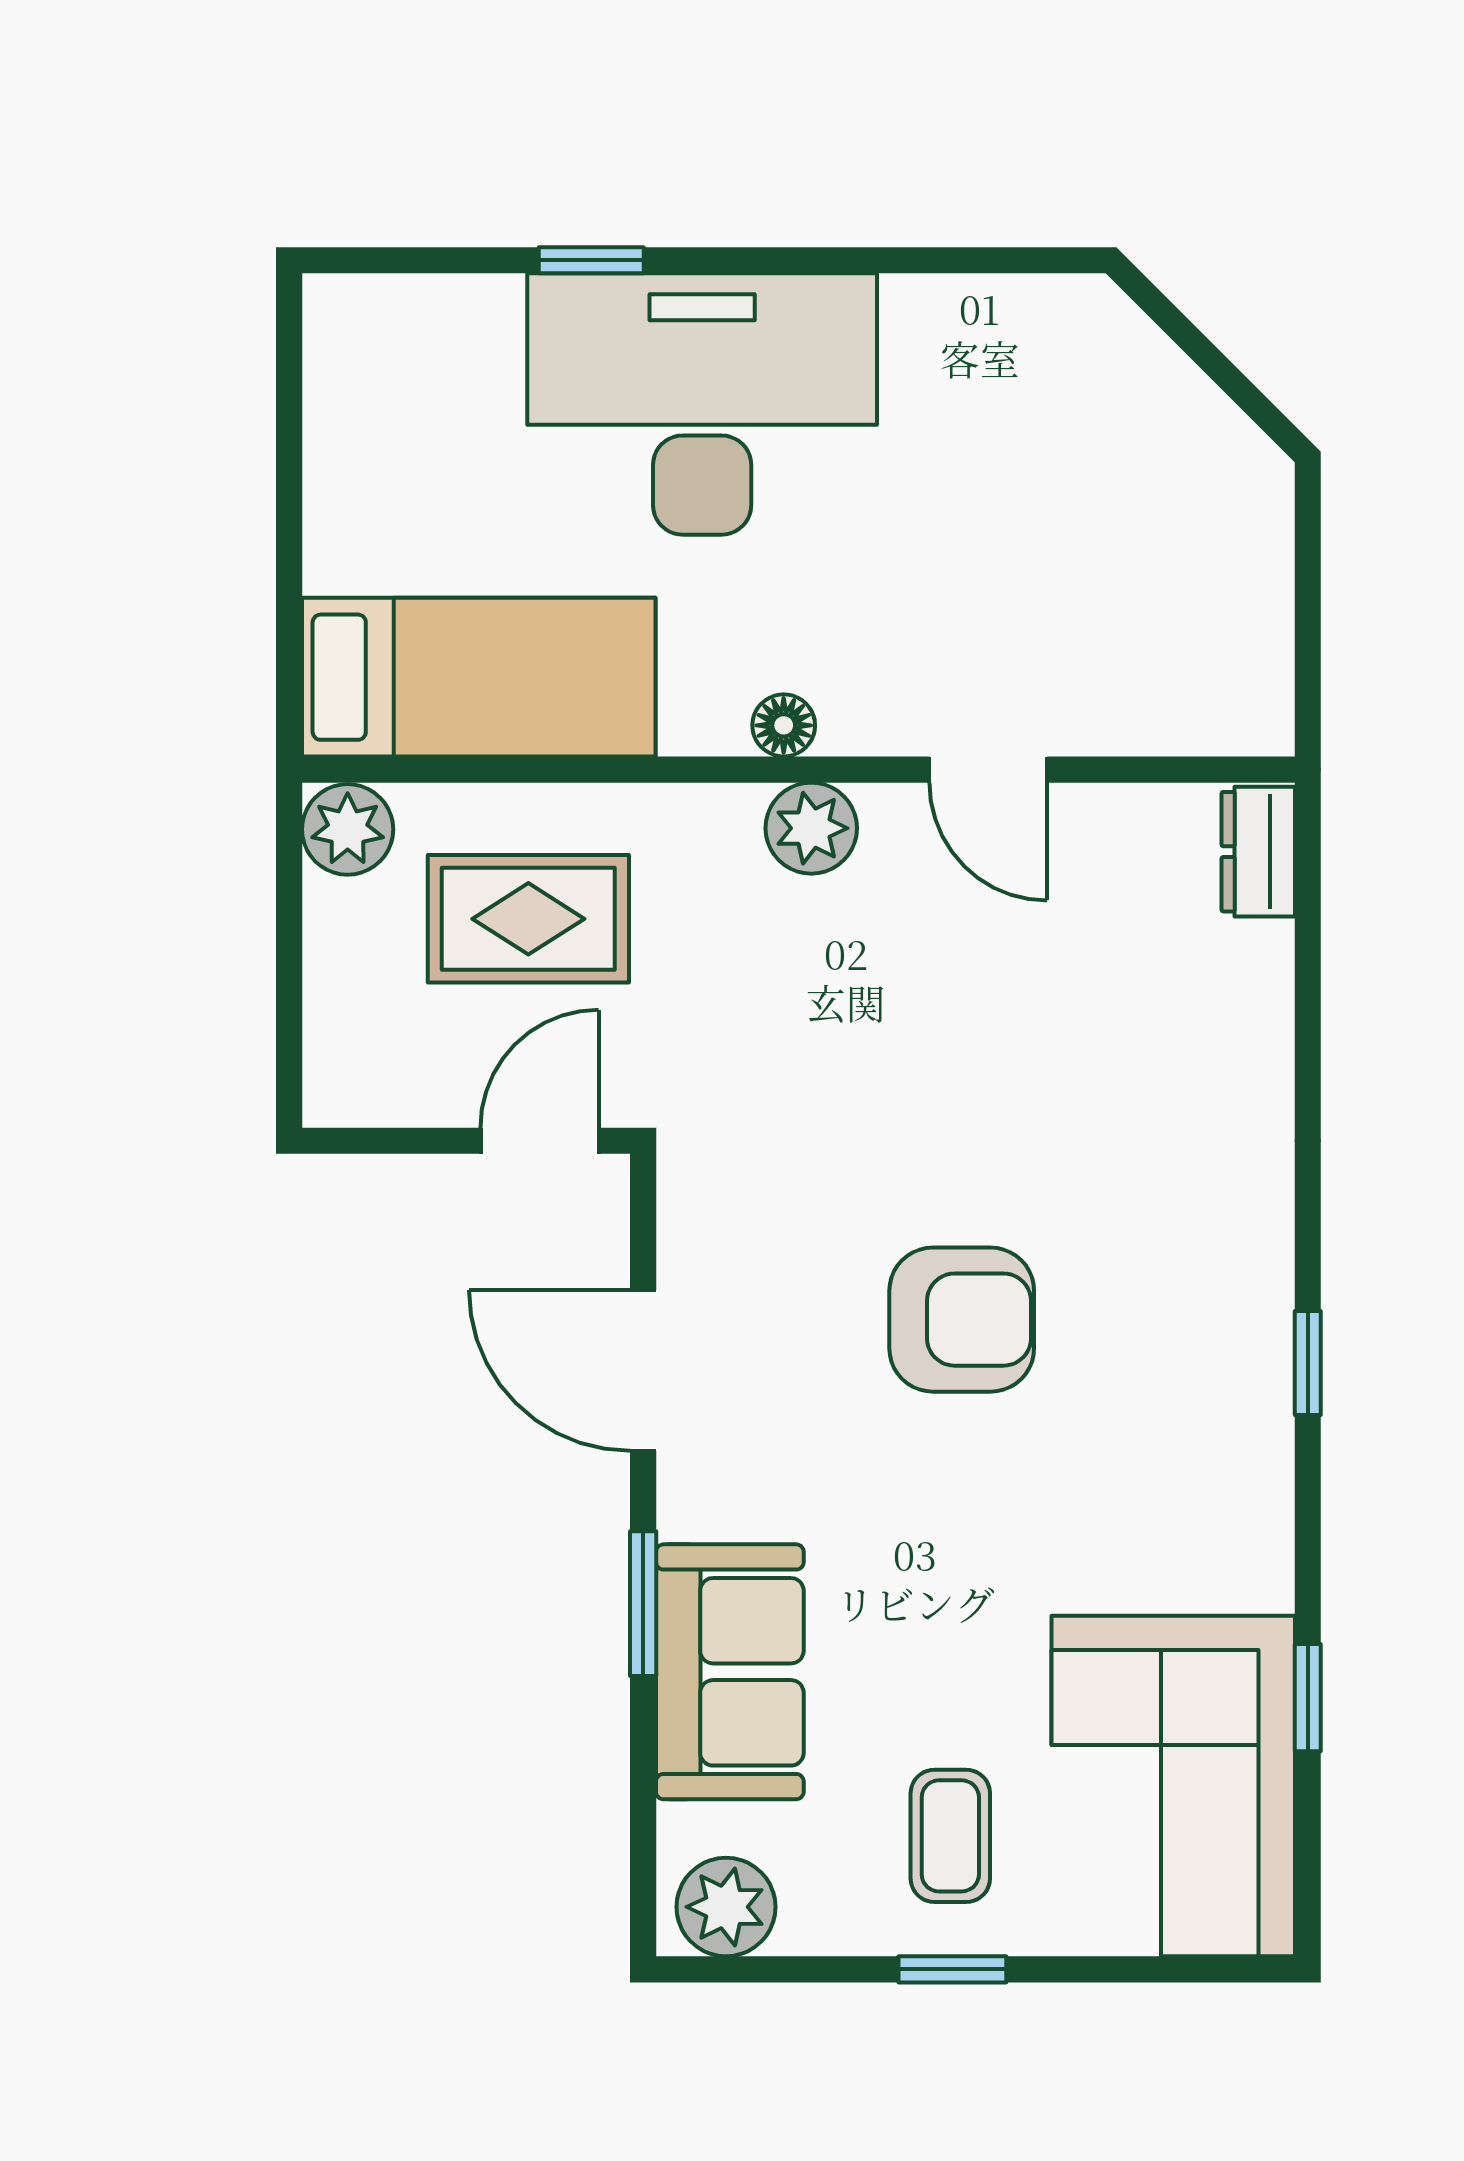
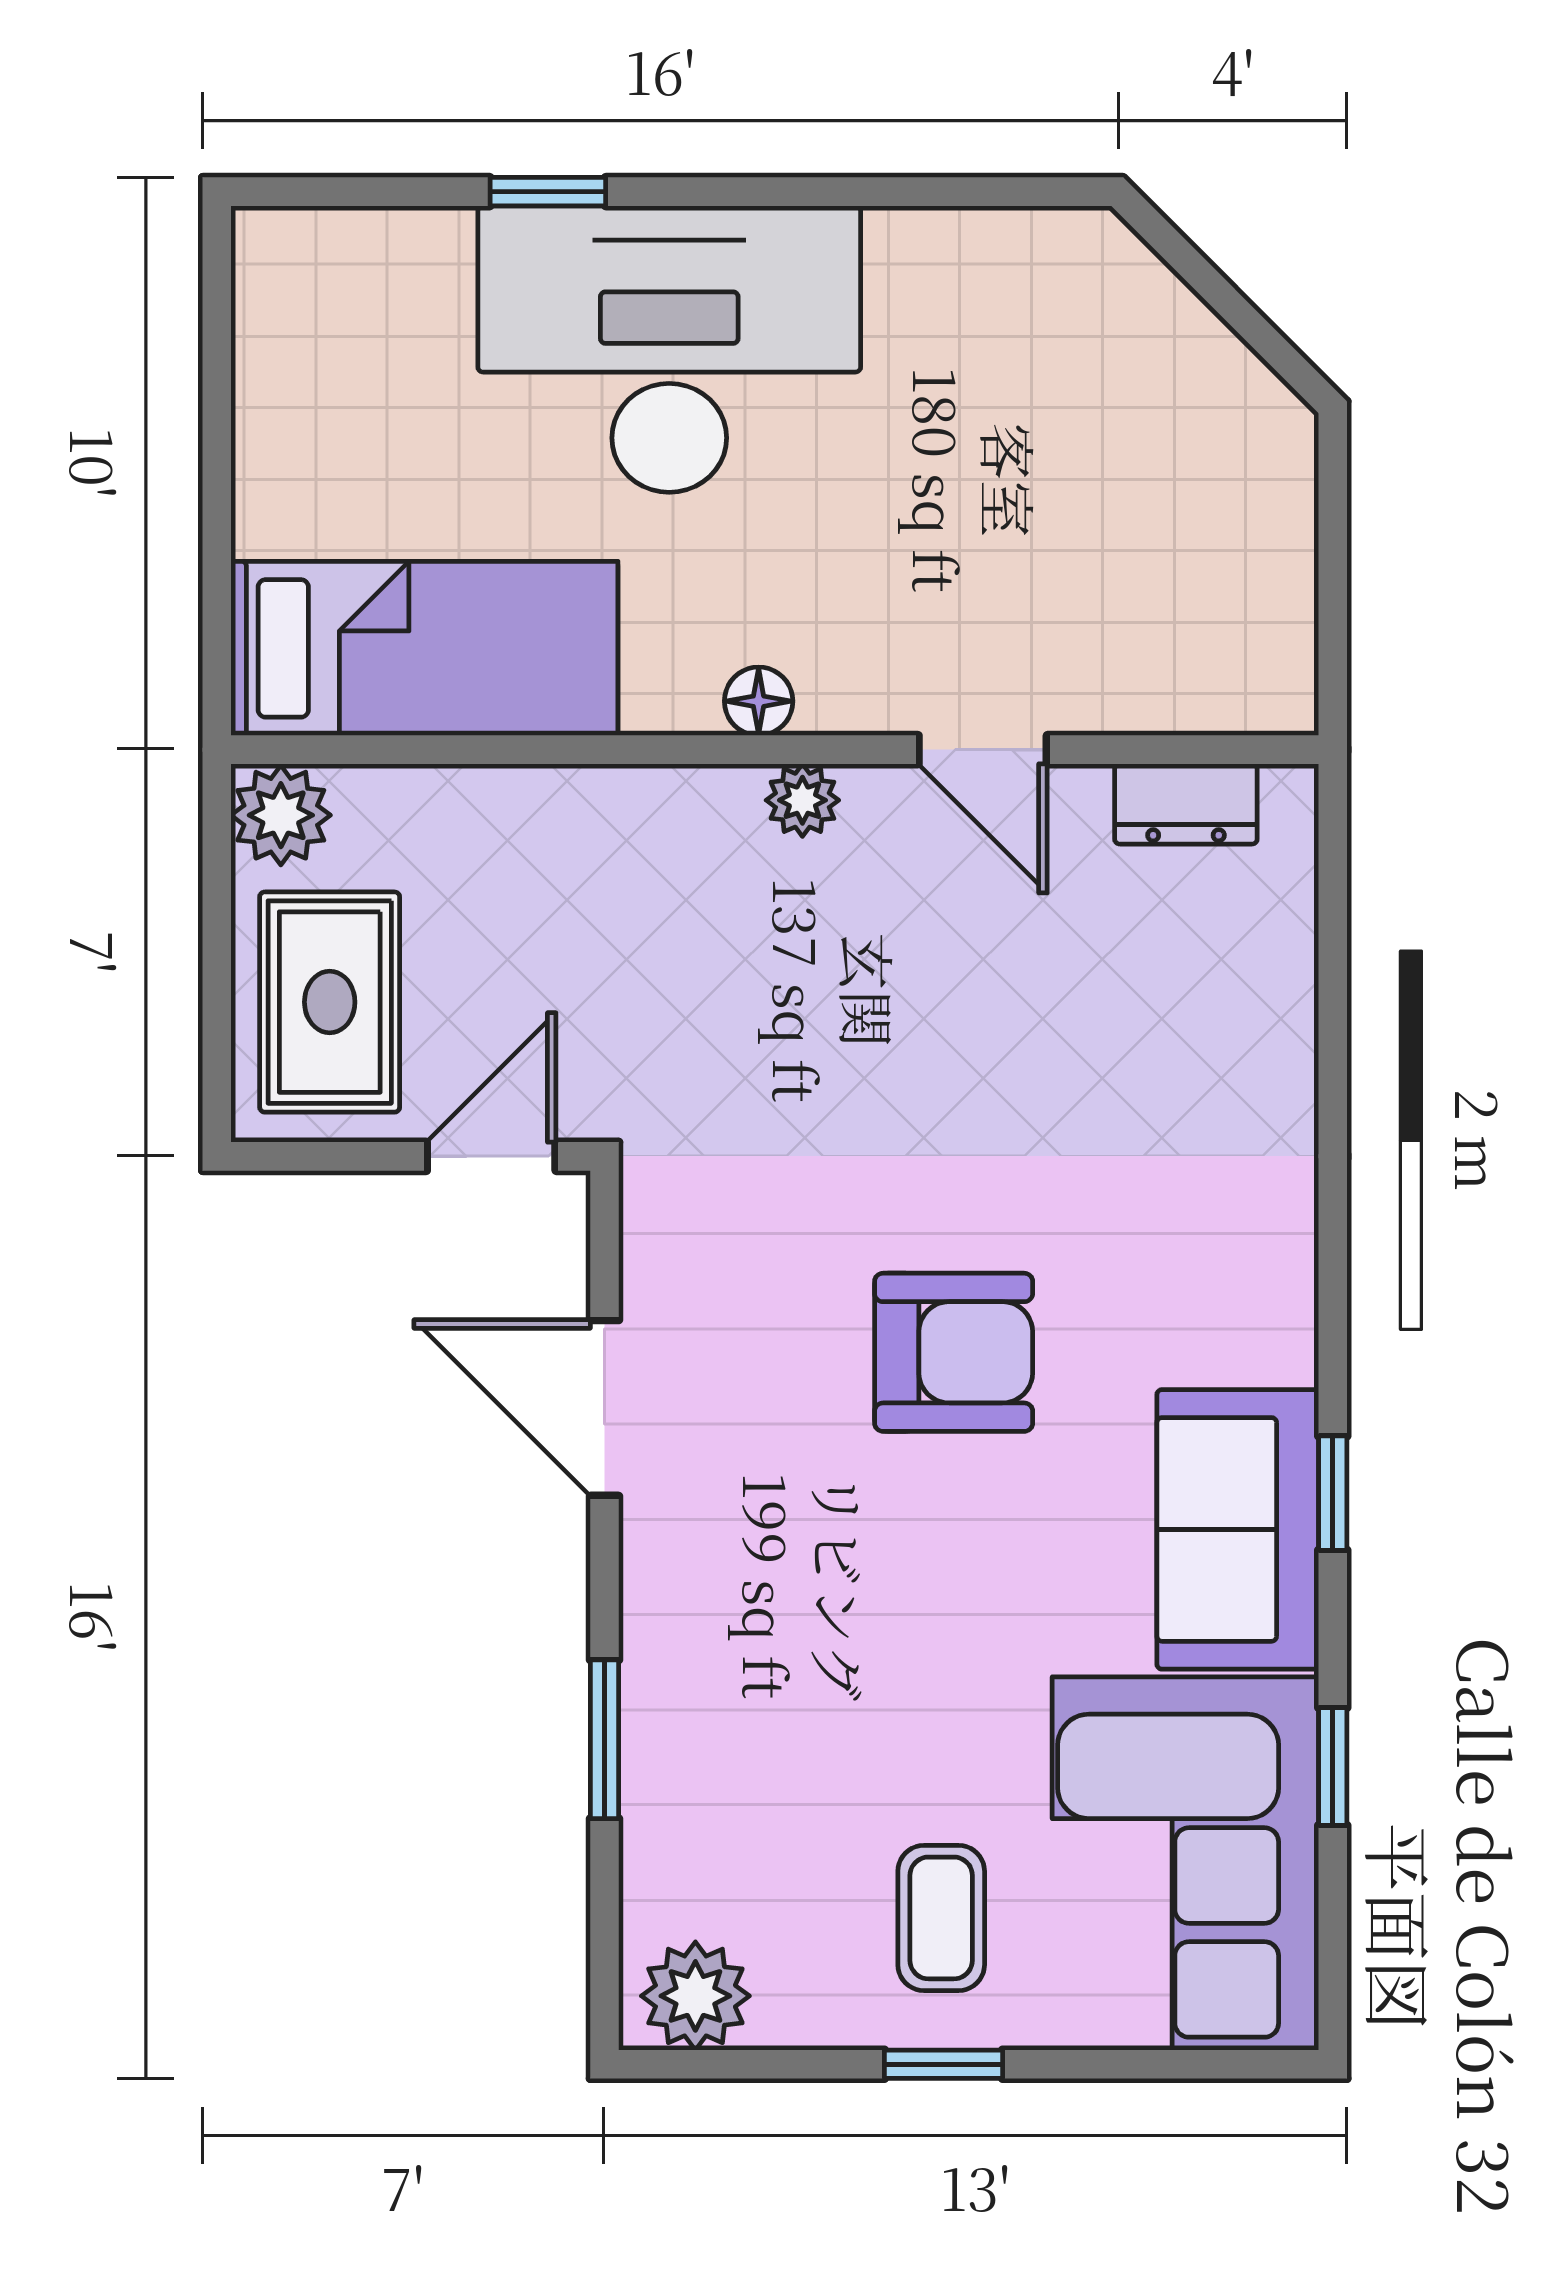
plant: (811, 828) -> (802, 800), width x0.73, depth x0.73
dresser: (1258, 852) -> (1186, 804), moved, turned -90
rug: (528, 919) -> (330, 1002), moved, turned 90
window: (1308, 1363) -> (1333, 1493), moved
window: (643, 1604) -> (605, 1739), moved
sofa: (730, 1672) -> (1238, 1529), moved, turned 180

